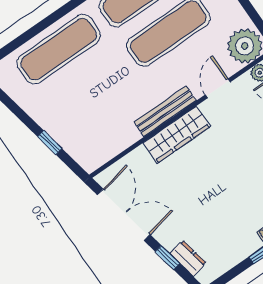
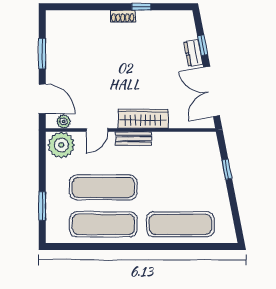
bench: (165, 111) -> (134, 139), width x0.73
dresser: (188, 258) -> (193, 53), moved

